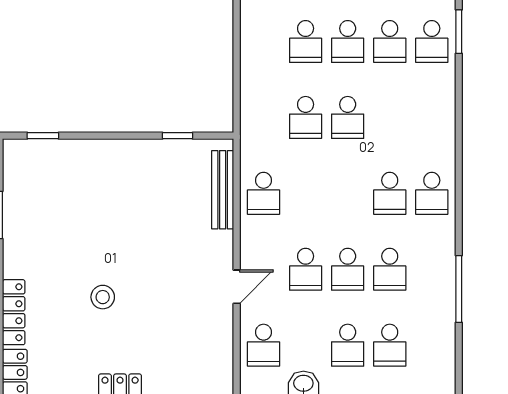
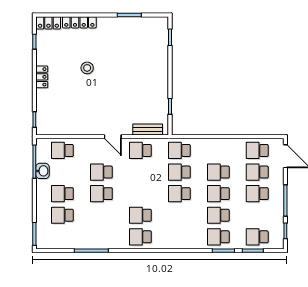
bench: (223, 190) -> (148, 129), width x0.73
school desk: (390, 269) -> (179, 150), moved
door: (237, 287) -> (113, 137), moved

